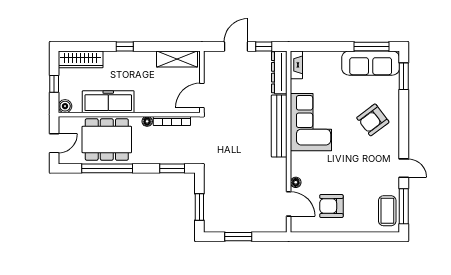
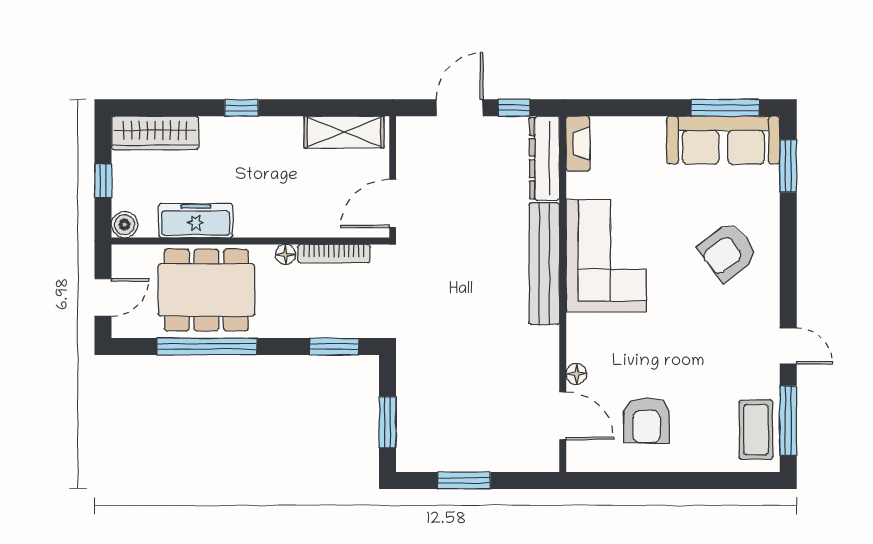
freezer: (108, 102) -> (196, 221), width x0.73, depth x0.79
armchair: (331, 206) -> (647, 420), turned -90

